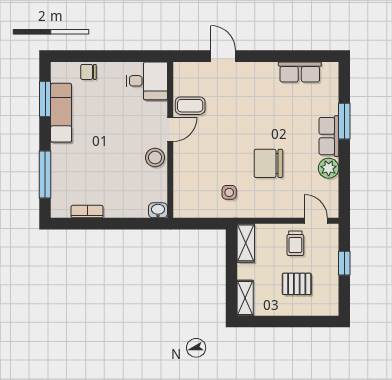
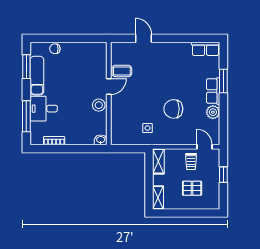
row of seats: (300, 72) -> (206, 49), moved
desk: (147, 81) -> (44, 109), moved, turned 180

